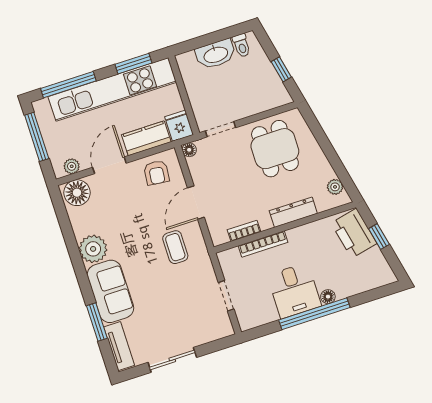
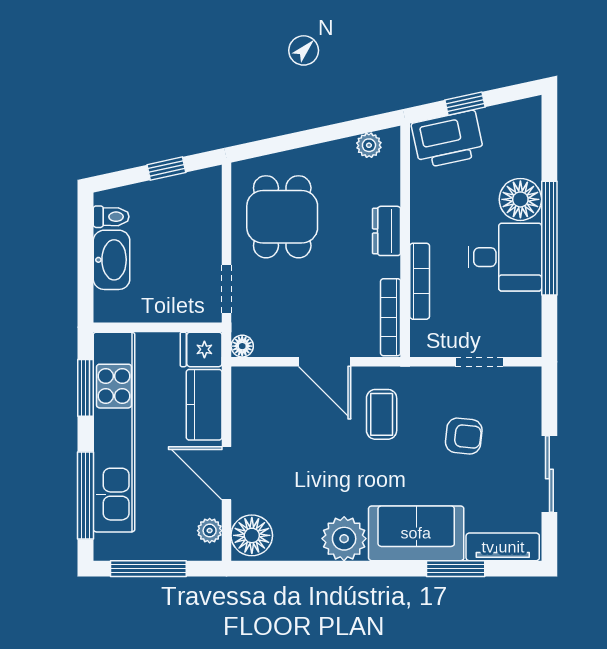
dining table: (275, 149) -> (282, 217), turned 90
armchair: (156, 173) -> (464, 436), moved
dresser: (293, 212) -> (387, 231), width x0.70
bookcase: (244, 231) -> (391, 317), width x1.56
coffee table: (175, 247) -> (382, 414), turned 90
floor lamp: (328, 297) -> (520, 199), width x1.89, depth x1.89

